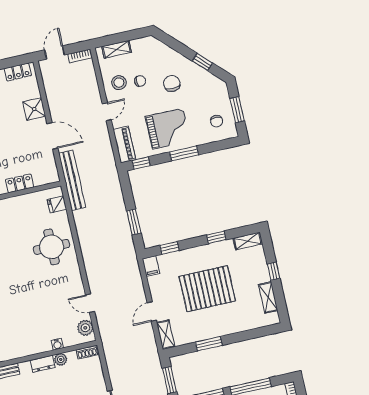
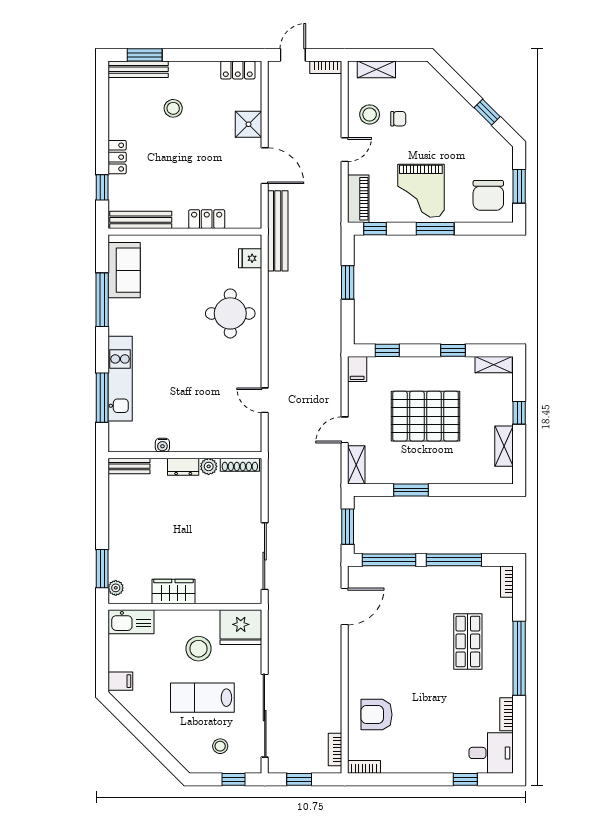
chair: (172, 83) -> (440, 132), removed
chair: (217, 121) -> (488, 195), width x1.87, depth x1.87
grand piano: (168, 129) -> (421, 191), turned 90
window: (134, 222) -> (348, 282), moved
plant: (85, 328) -> (251, 432), removed
water cooler: (57, 344) -> (162, 445), moved
shoe rack: (87, 352) -> (240, 465), width x1.43

